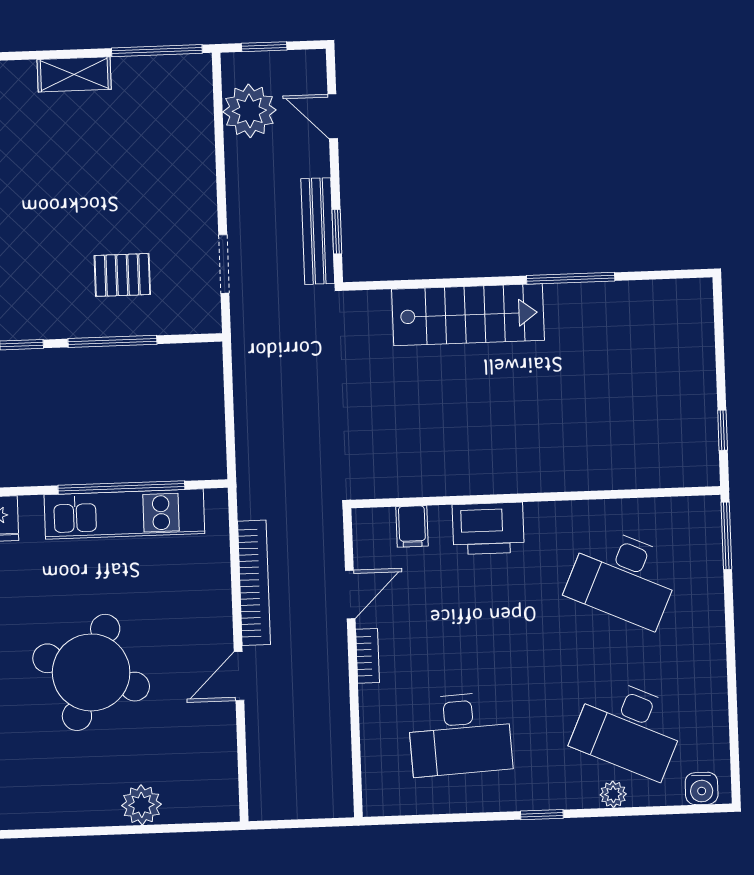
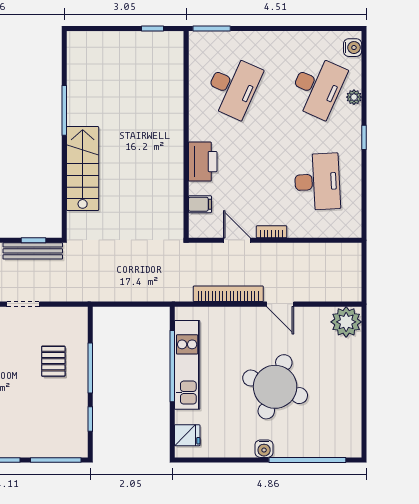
doorway: (224, 264) -> (23, 304), moved
plant: (142, 805) -> (346, 322), moved, width x1.36, depth x1.36

